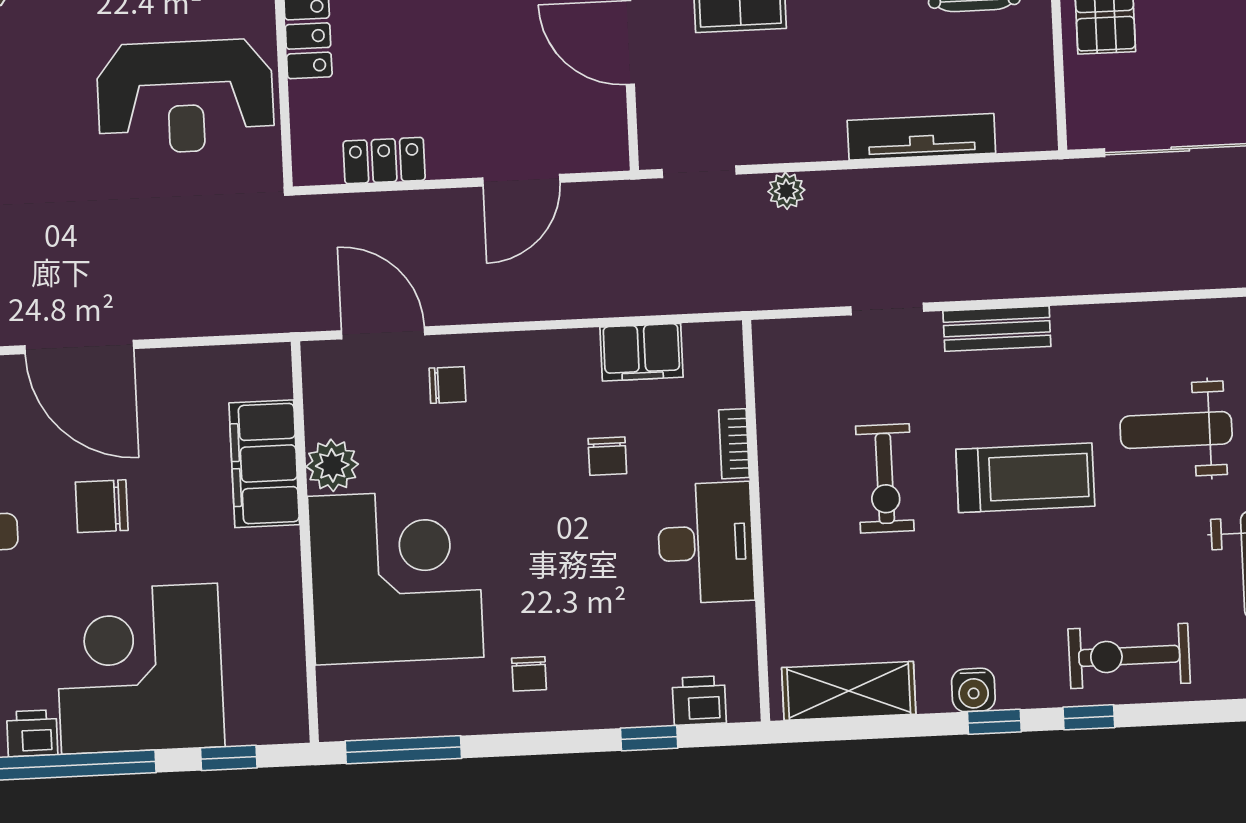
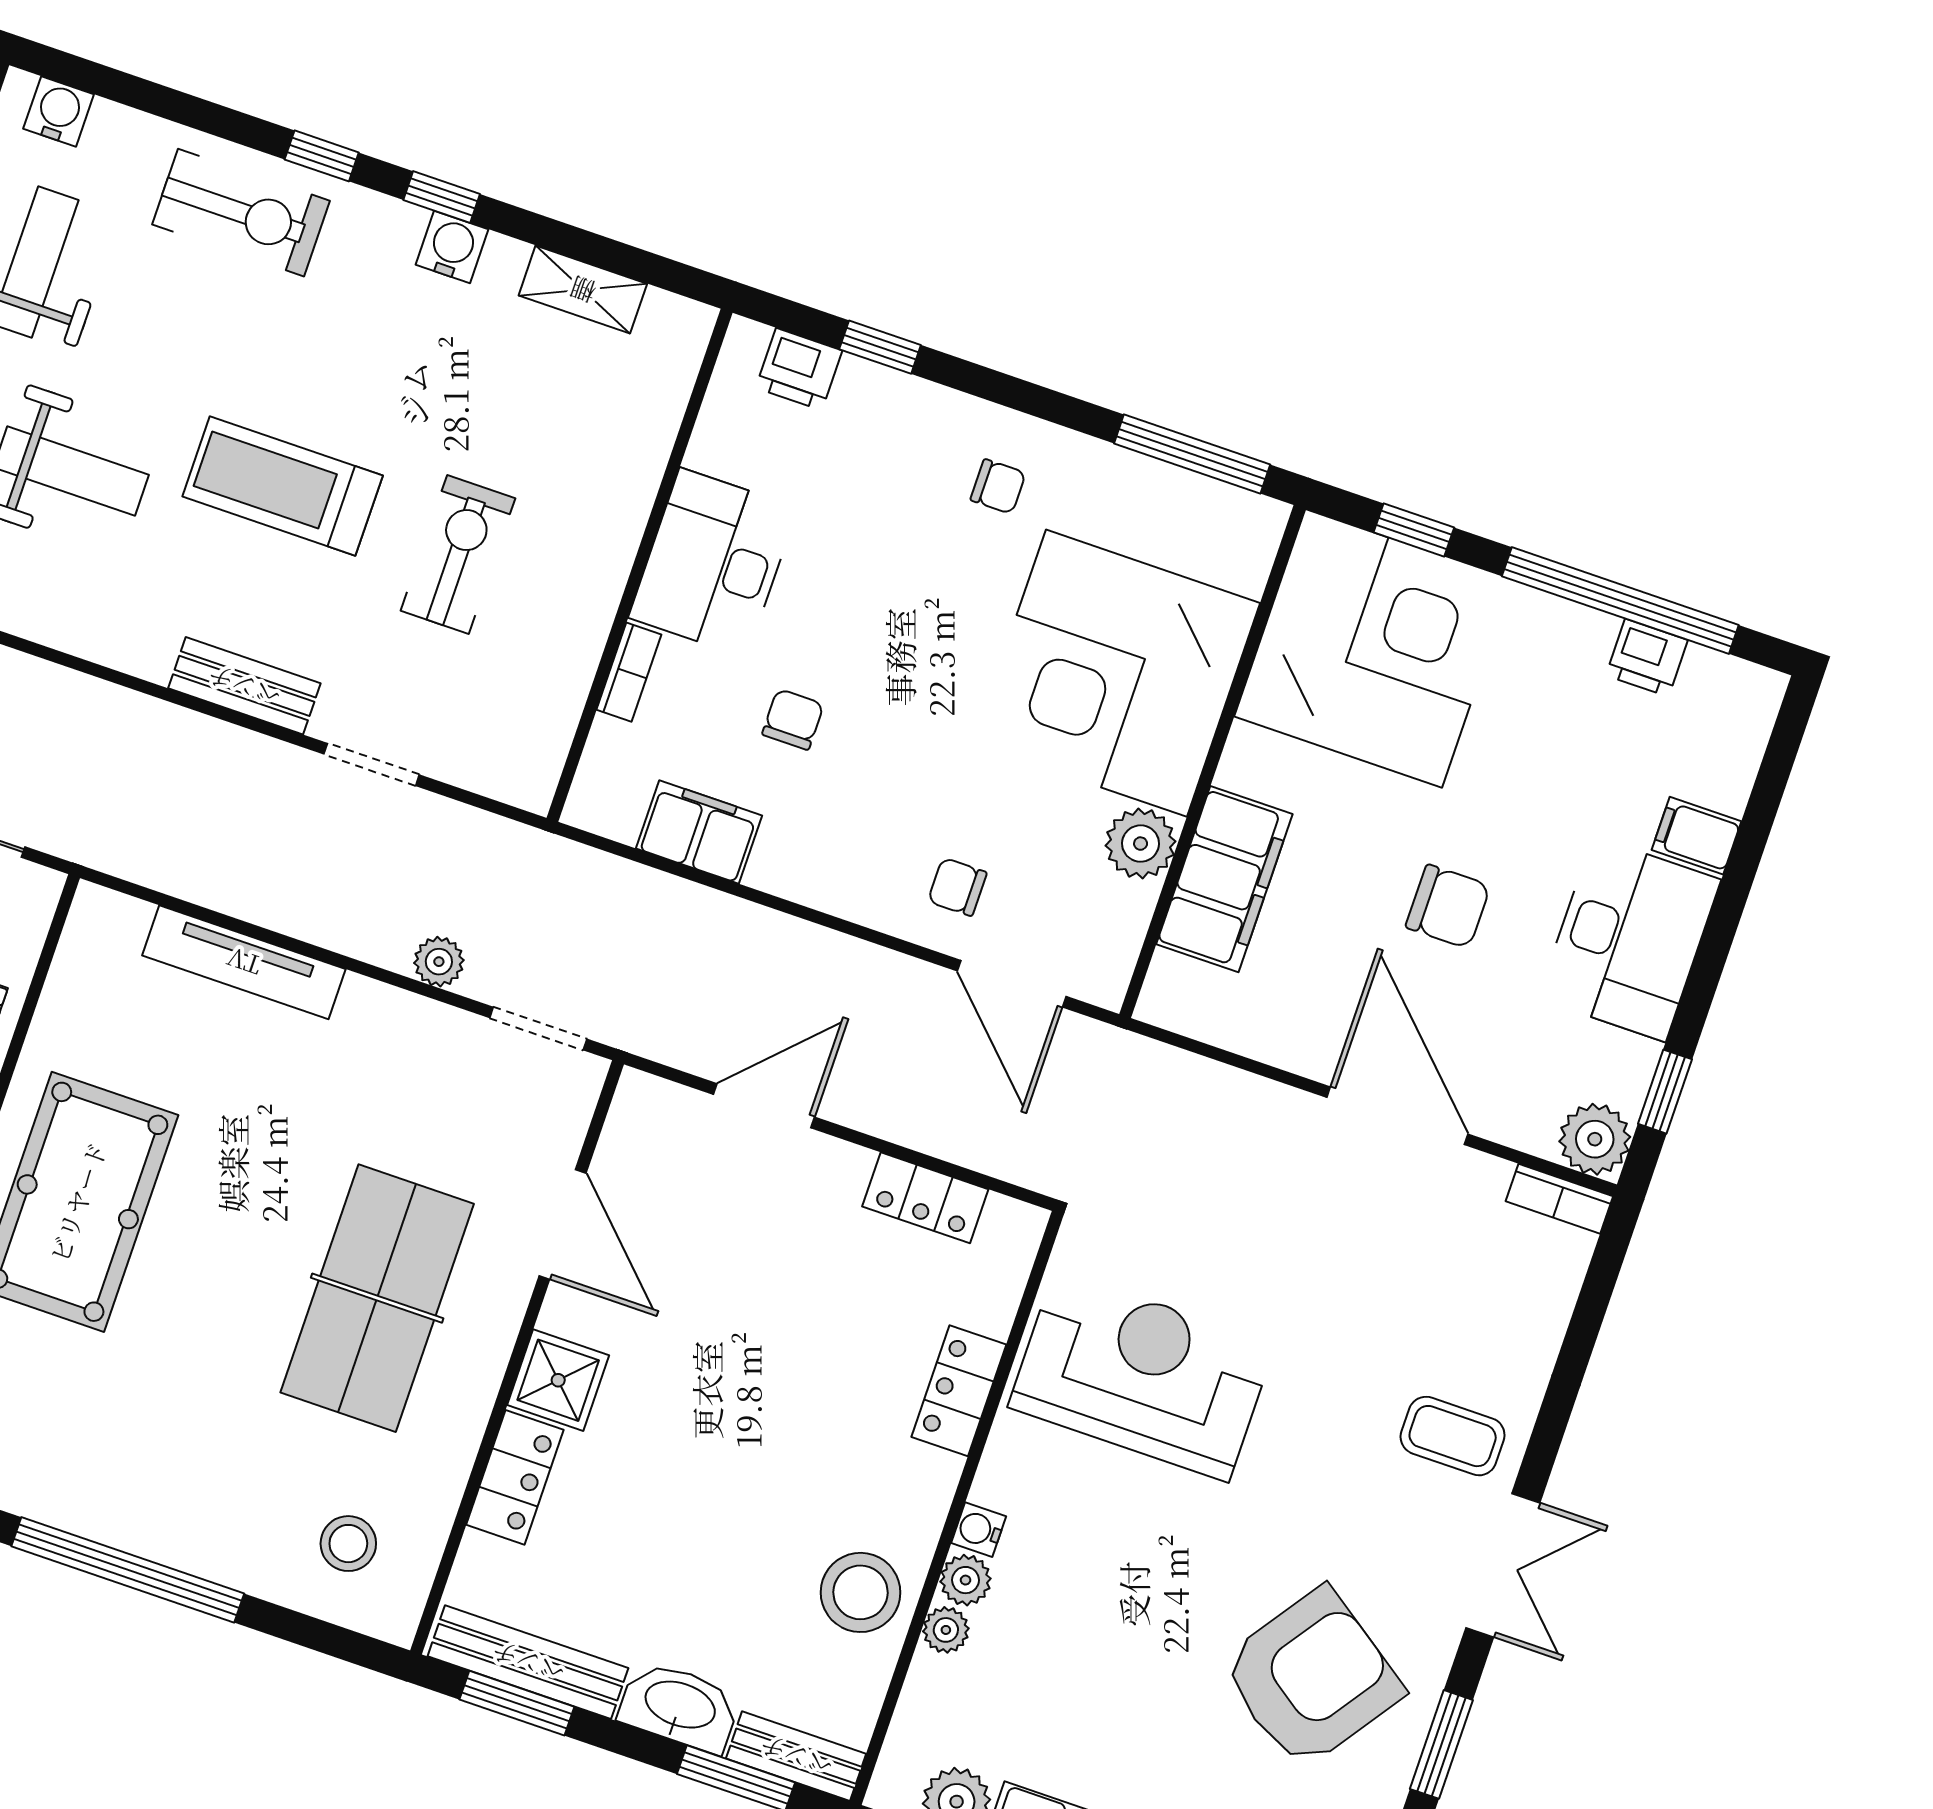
corner desk: (140, 669) -> (1374, 648), moved, turned -90
chair: (529, 674) -> (998, 486), turned 90
shelving: (849, 691) -> (583, 290), width x0.67, depth x0.75

